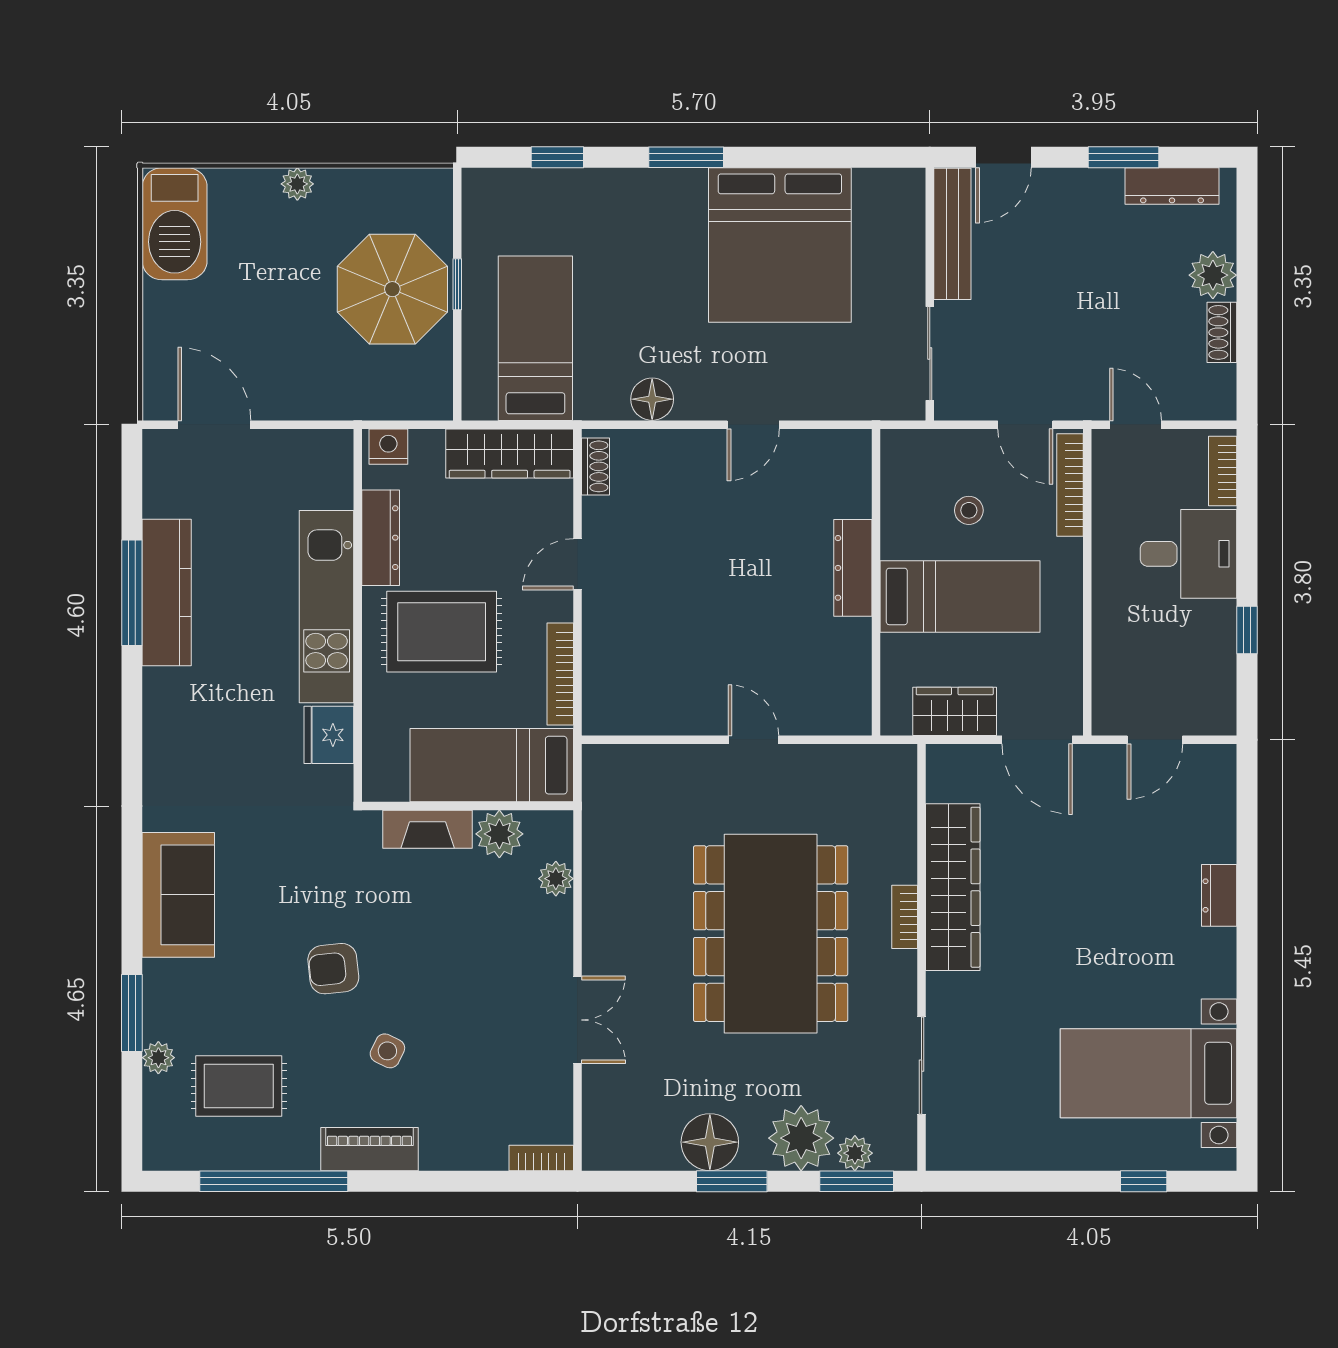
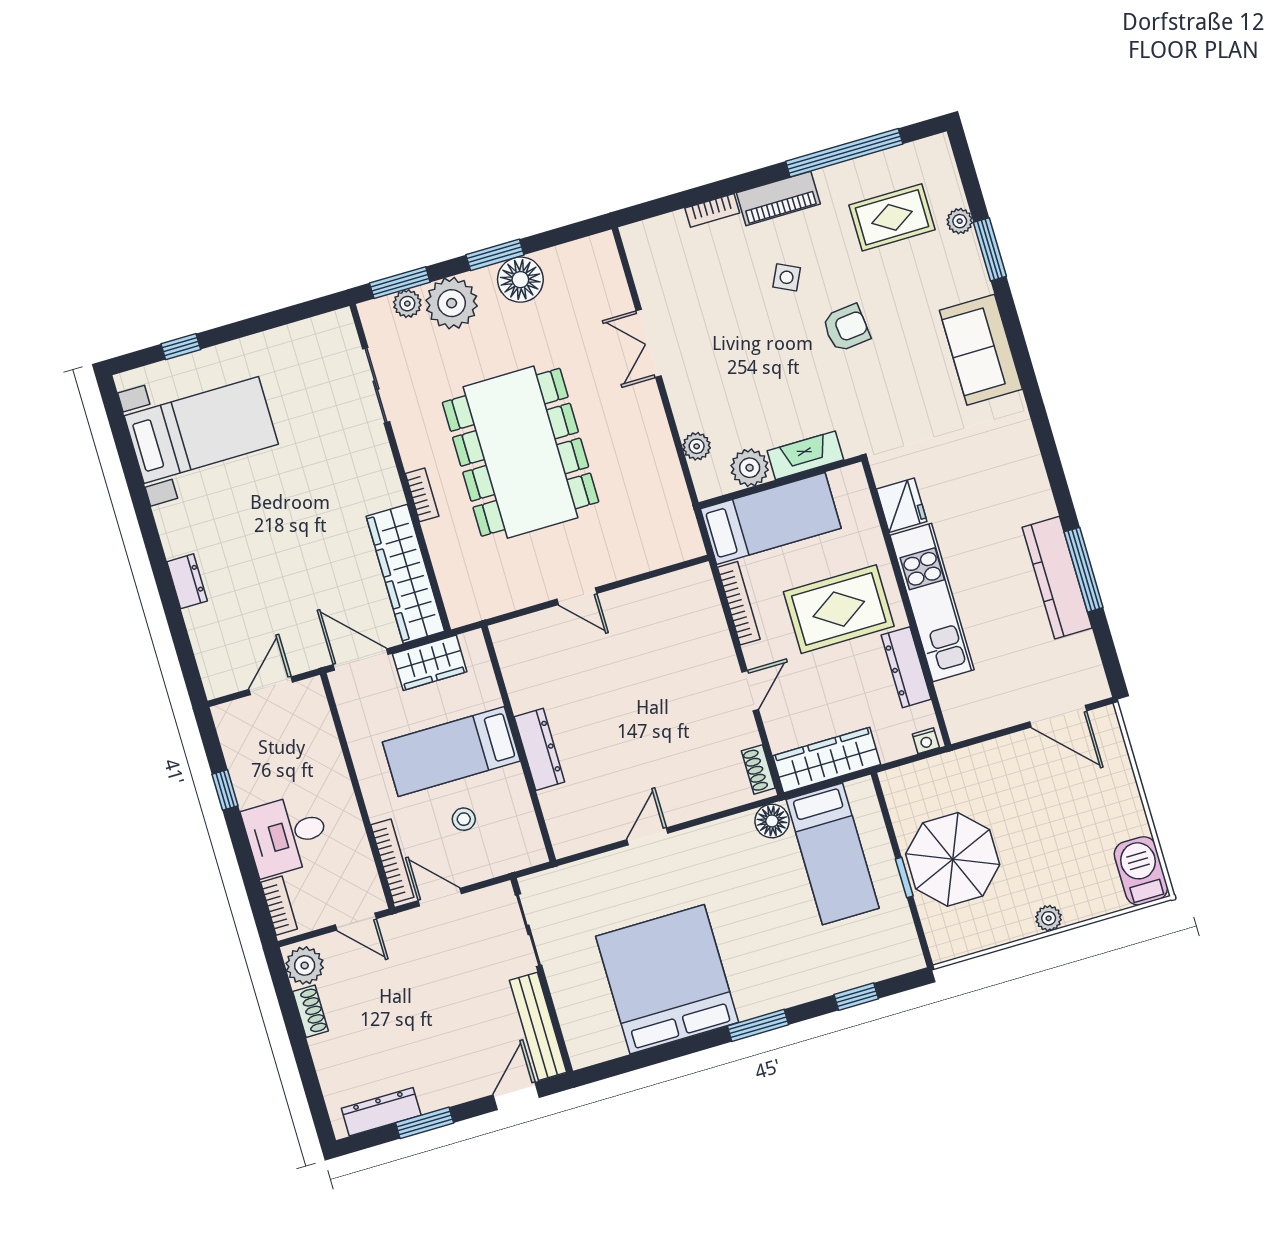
barbecue: (175, 224) -> (1141, 871), width x0.73, depth x0.83
plant: (1213, 275) -> (305, 965), moved
floor lamp: (652, 399) -> (772, 821), moved
nightstand: (388, 447) -> (926, 741), width x0.72, depth x0.74
wardrobe: (953, 887) -> (405, 574), moved
bookcase: (541, 1158) -> (712, 210), moved

